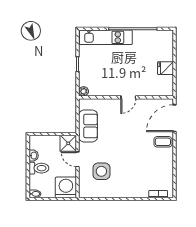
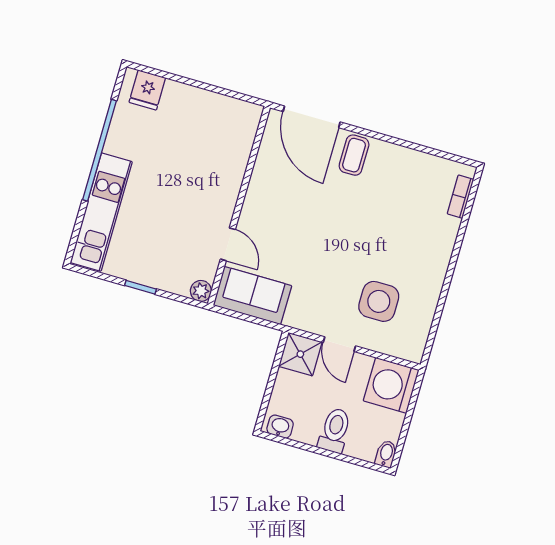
fridge: (165, 68) -> (147, 90), moved
door: (128, 97) -> (228, 244), moved
sofa: (88, 126) -> (252, 295), moved
washbasin: (34, 156) -> (280, 427), moved
door: (78, 159) -> (339, 344), hinge flipped

